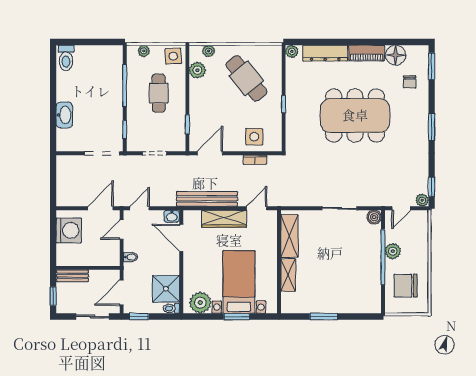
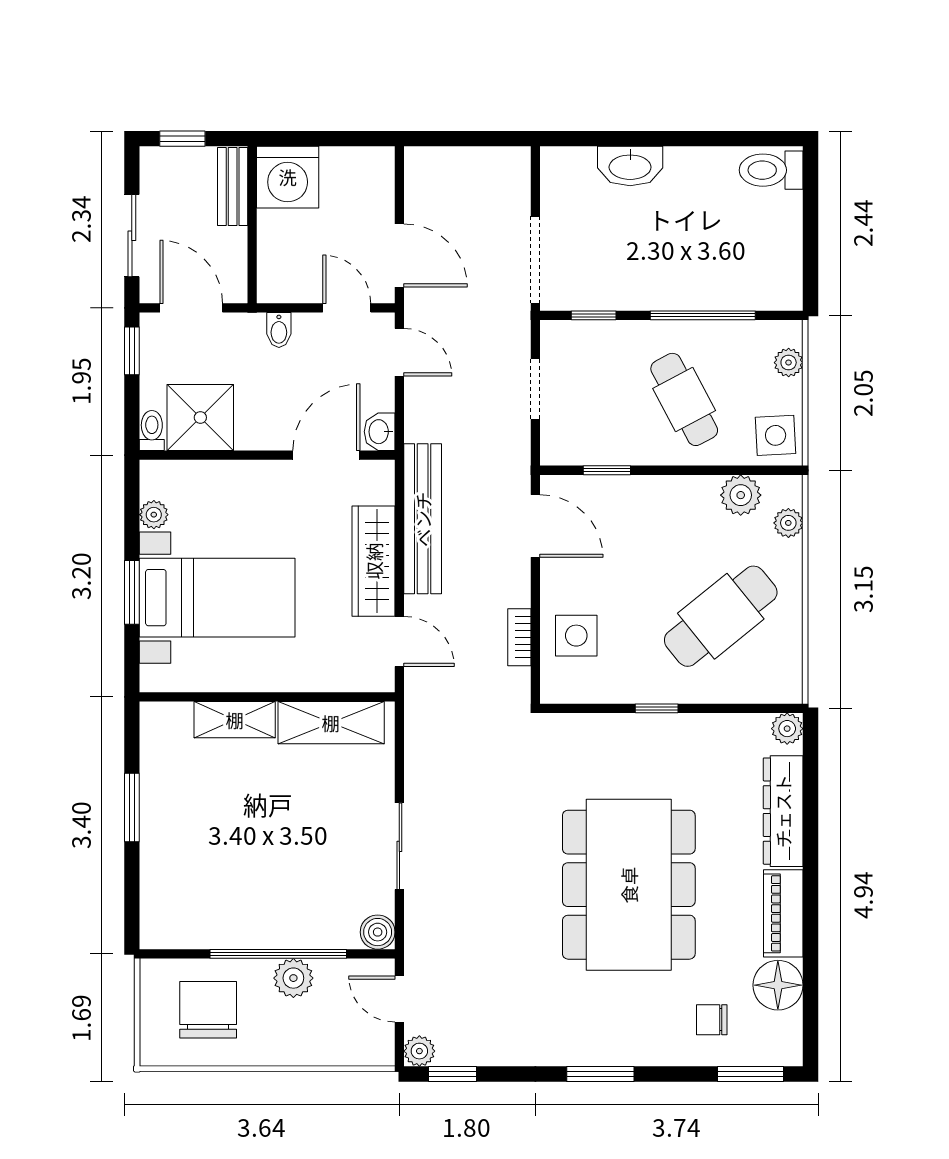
cafe table: (159, 93) -> (684, 399), turned 62
washing machine: (69, 230) -> (288, 177), moved
plant: (200, 303) -> (154, 515), width x0.53, depth x0.53

